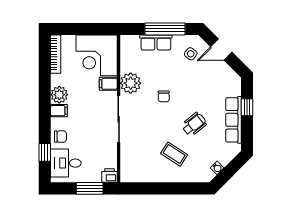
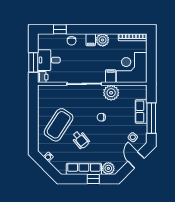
plant: (233, 87) -> (108, 168), added
coffee table: (174, 154) -> (59, 125), width x1.86, depth x1.72
desk: (66, 163) -> (49, 60), moved, turned -90

